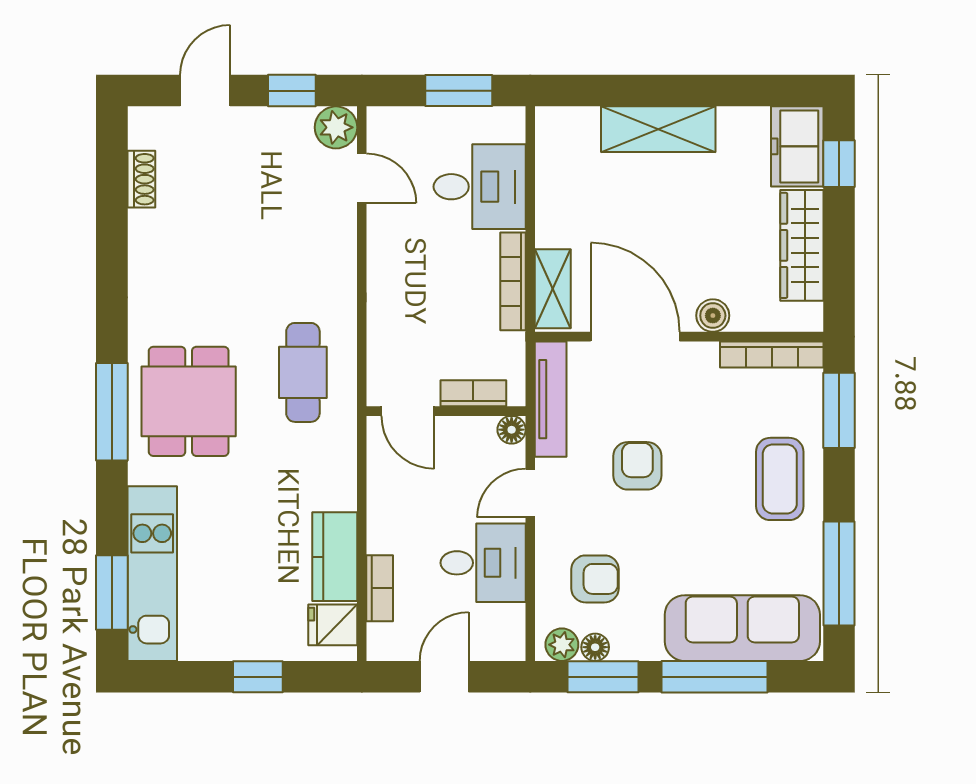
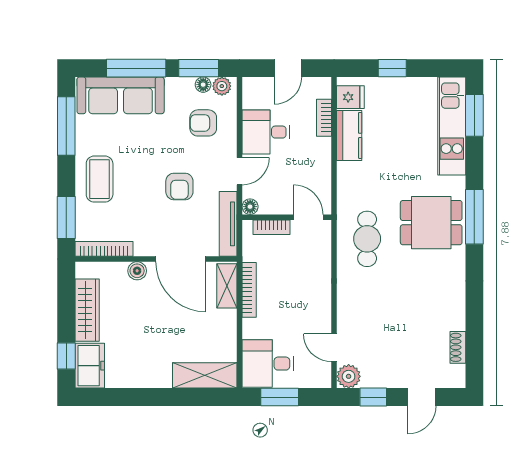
shelving: (658, 129) -> (205, 375), moved
desk: (480, 187) -> (268, 364), moved
dining table: (189, 401) -> (431, 223), turned 90

